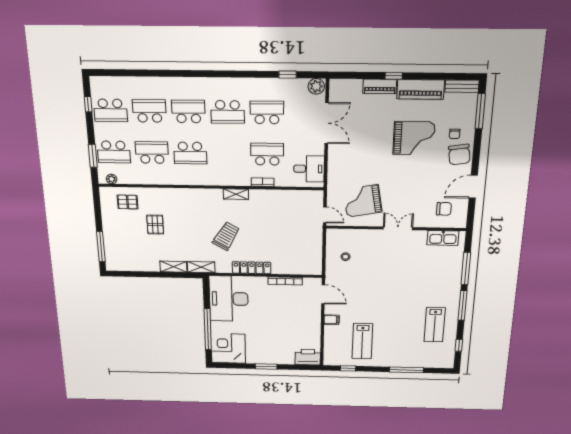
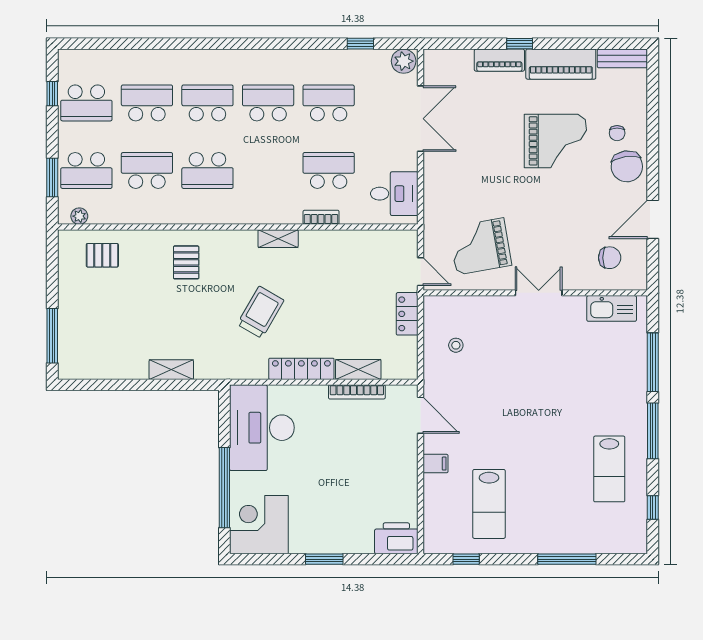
window: (480, 111) -> (653, 97), removed
school desk: (228, 112) -> (268, 103), turned 180
pallet: (155, 225) -> (186, 262), moved
locker: (316, 239) -> (407, 314), added
shelving: (201, 267) -> (358, 369), moved

